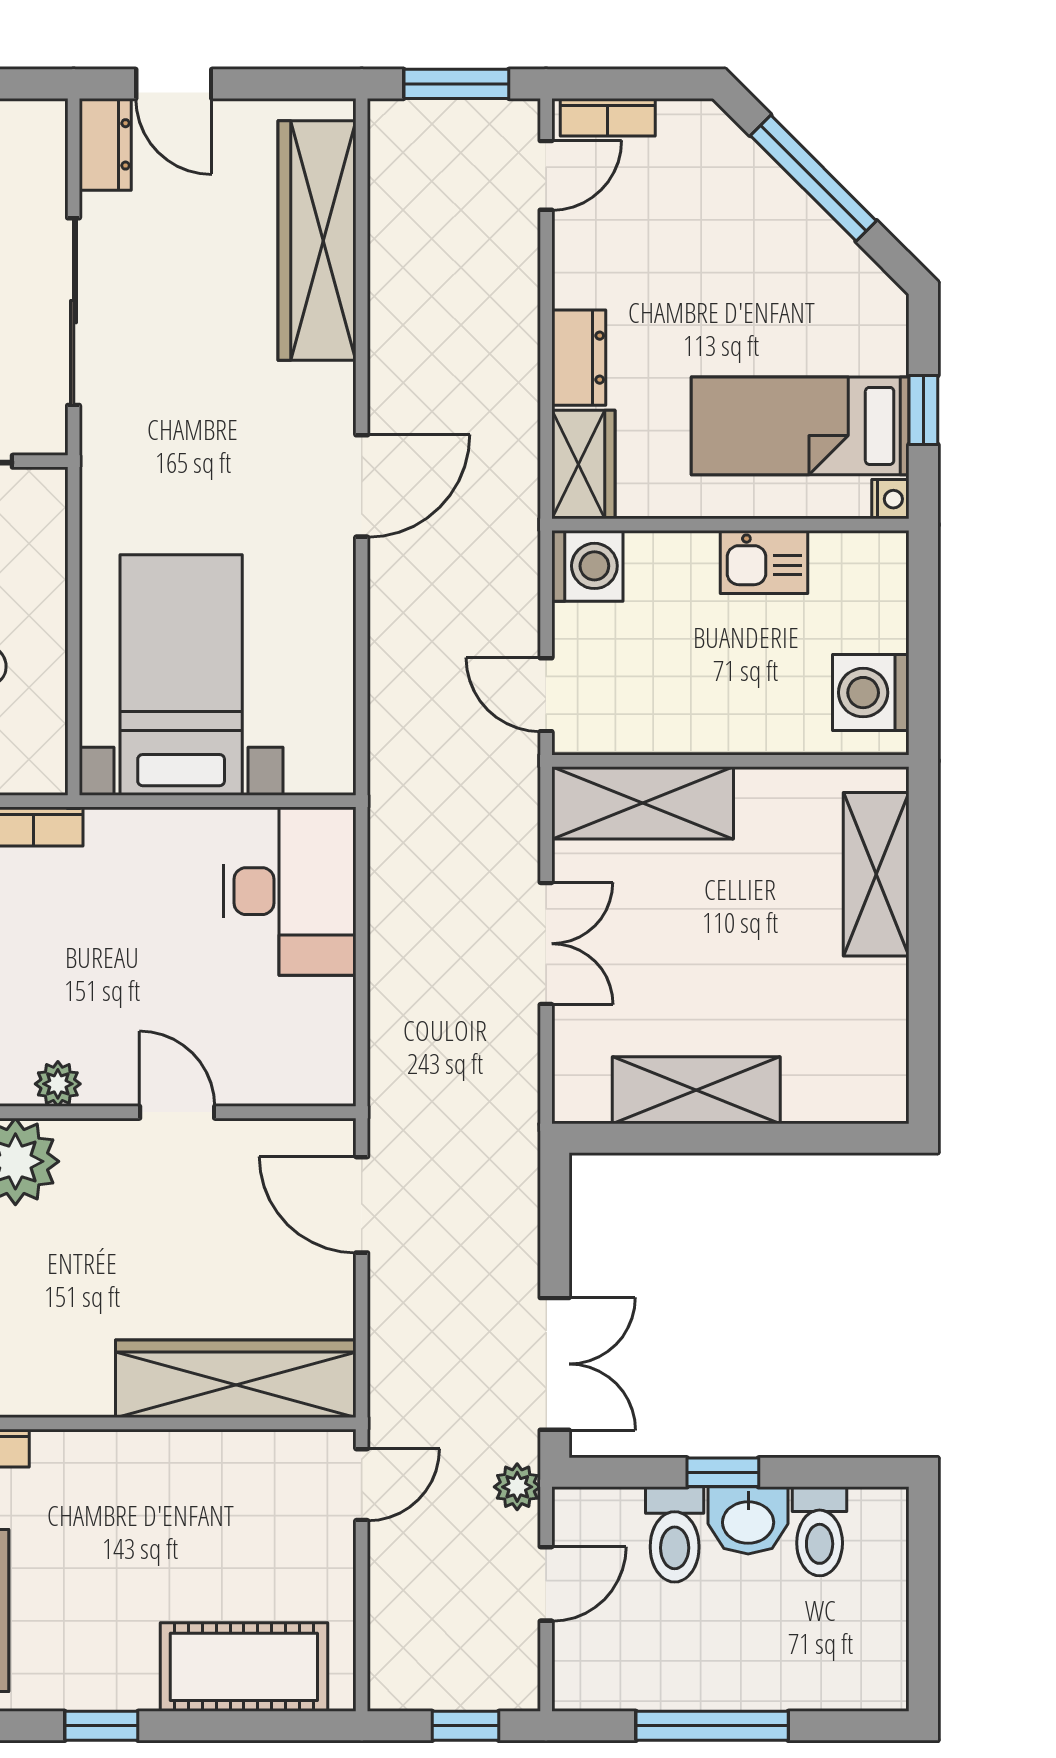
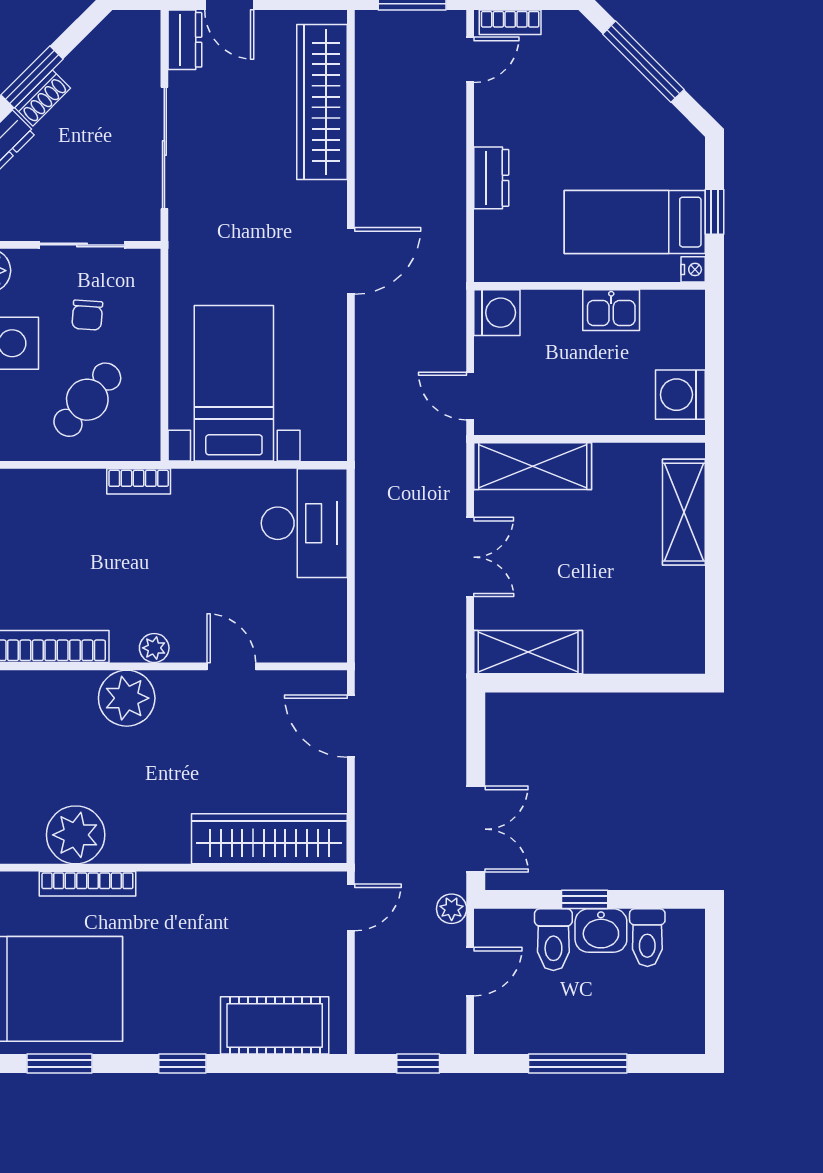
wardrobe: (583, 464) -> (494, 247), removed
shelving: (696, 1090) -> (528, 652), moved

